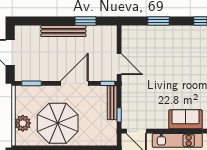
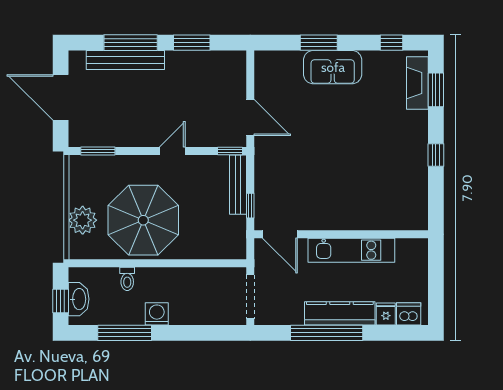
window: (50, 21) -> (131, 43), added
bench: (63, 31) -> (125, 60), moved
door: (74, 83) -> (172, 151), width x0.53
sofa: (186, 119) -> (333, 67), moved, turned 180

